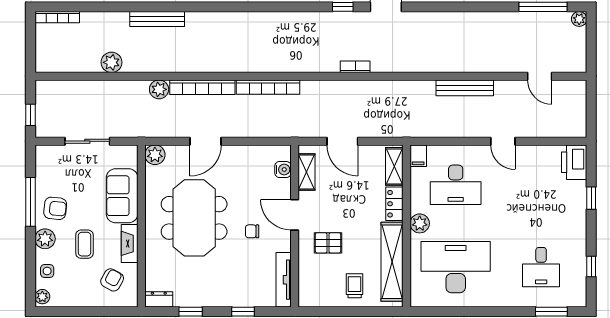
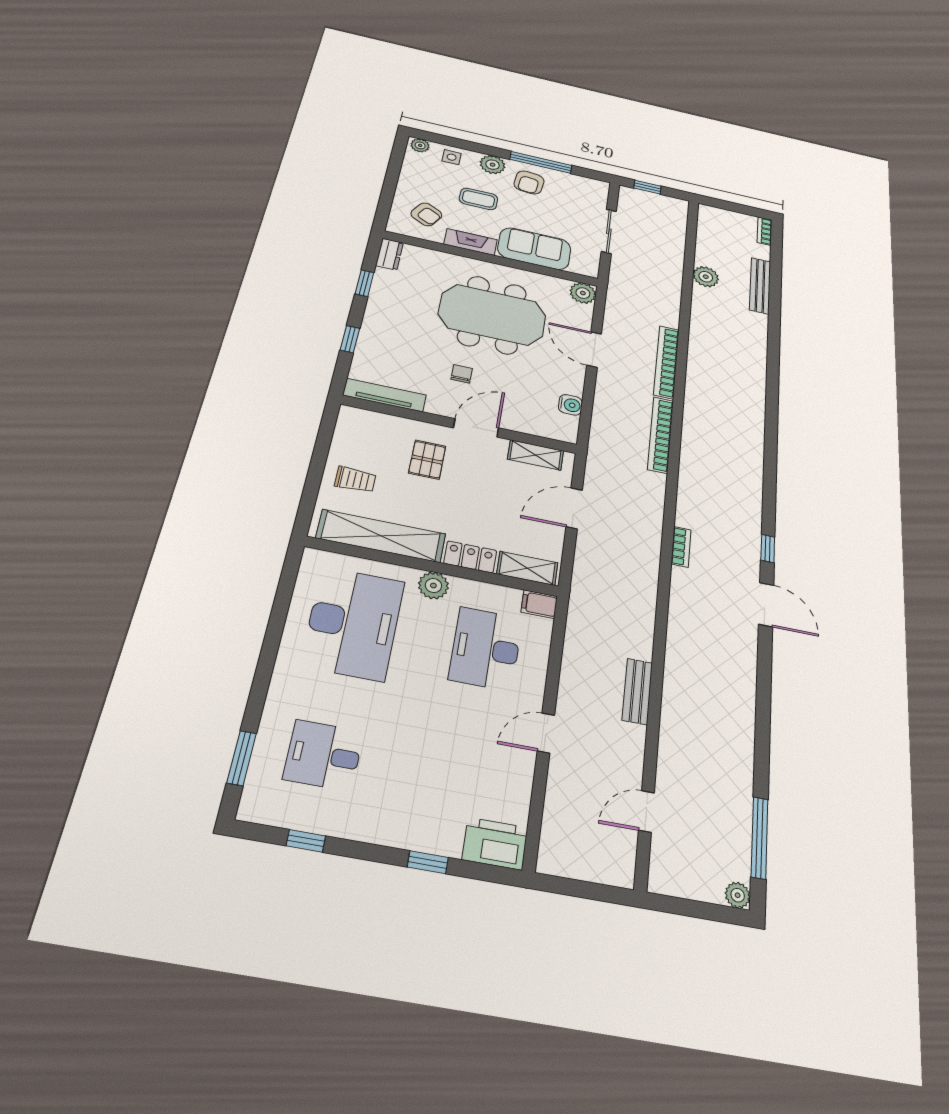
bookcase: (57, 17) -> (764, 231), width x0.64
bench: (157, 19) -> (760, 286), moved
bench: (465, 88) -> (637, 691), width x0.73
plant: (159, 89) -> (668, 316), removed
water cooler: (283, 170) -> (570, 405), moved, turned -90

